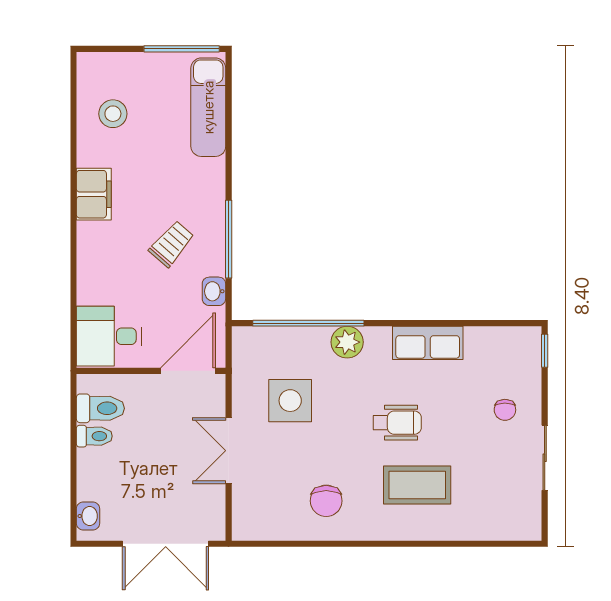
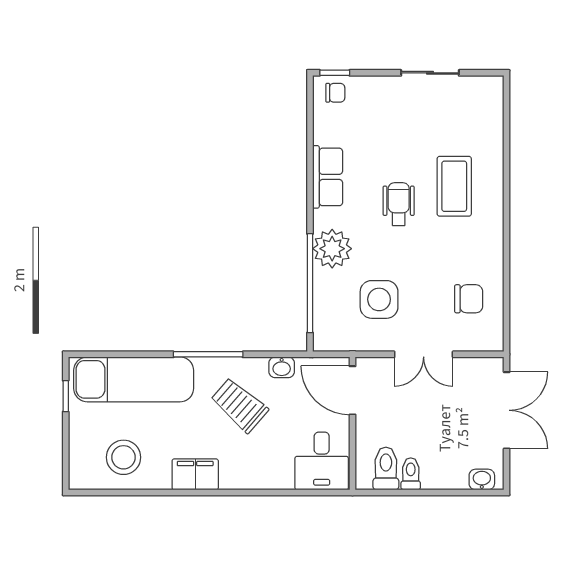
window: (182, 49) -> (66, 396), width x0.46
exam couch: (208, 107) -> (134, 379), width x1.36, depth x1.45
stool: (113, 114) -> (123, 457), width x1.38, depth x1.38
window: (229, 239) -> (208, 354), moved
trolley: (172, 244) -> (239, 405), width x1.36, depth x1.39
plant: (347, 342) -> (332, 249), width x1.36, depth x1.36
chair: (505, 410) -> (335, 93), moved
chair: (326, 501) -> (469, 299), moved

